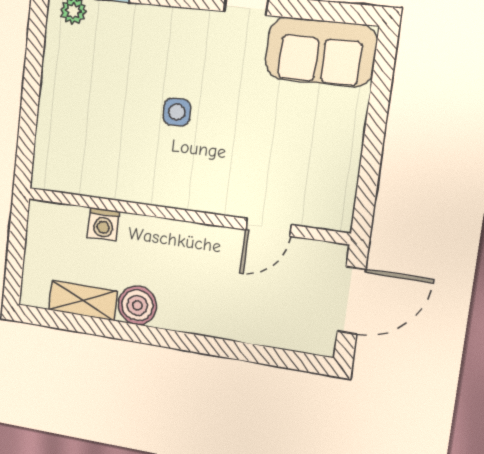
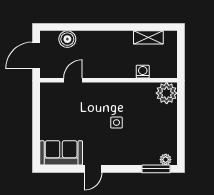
plant: (56, 167) -> (167, 93), added
boiler: (137, 305) -> (67, 39), moved

